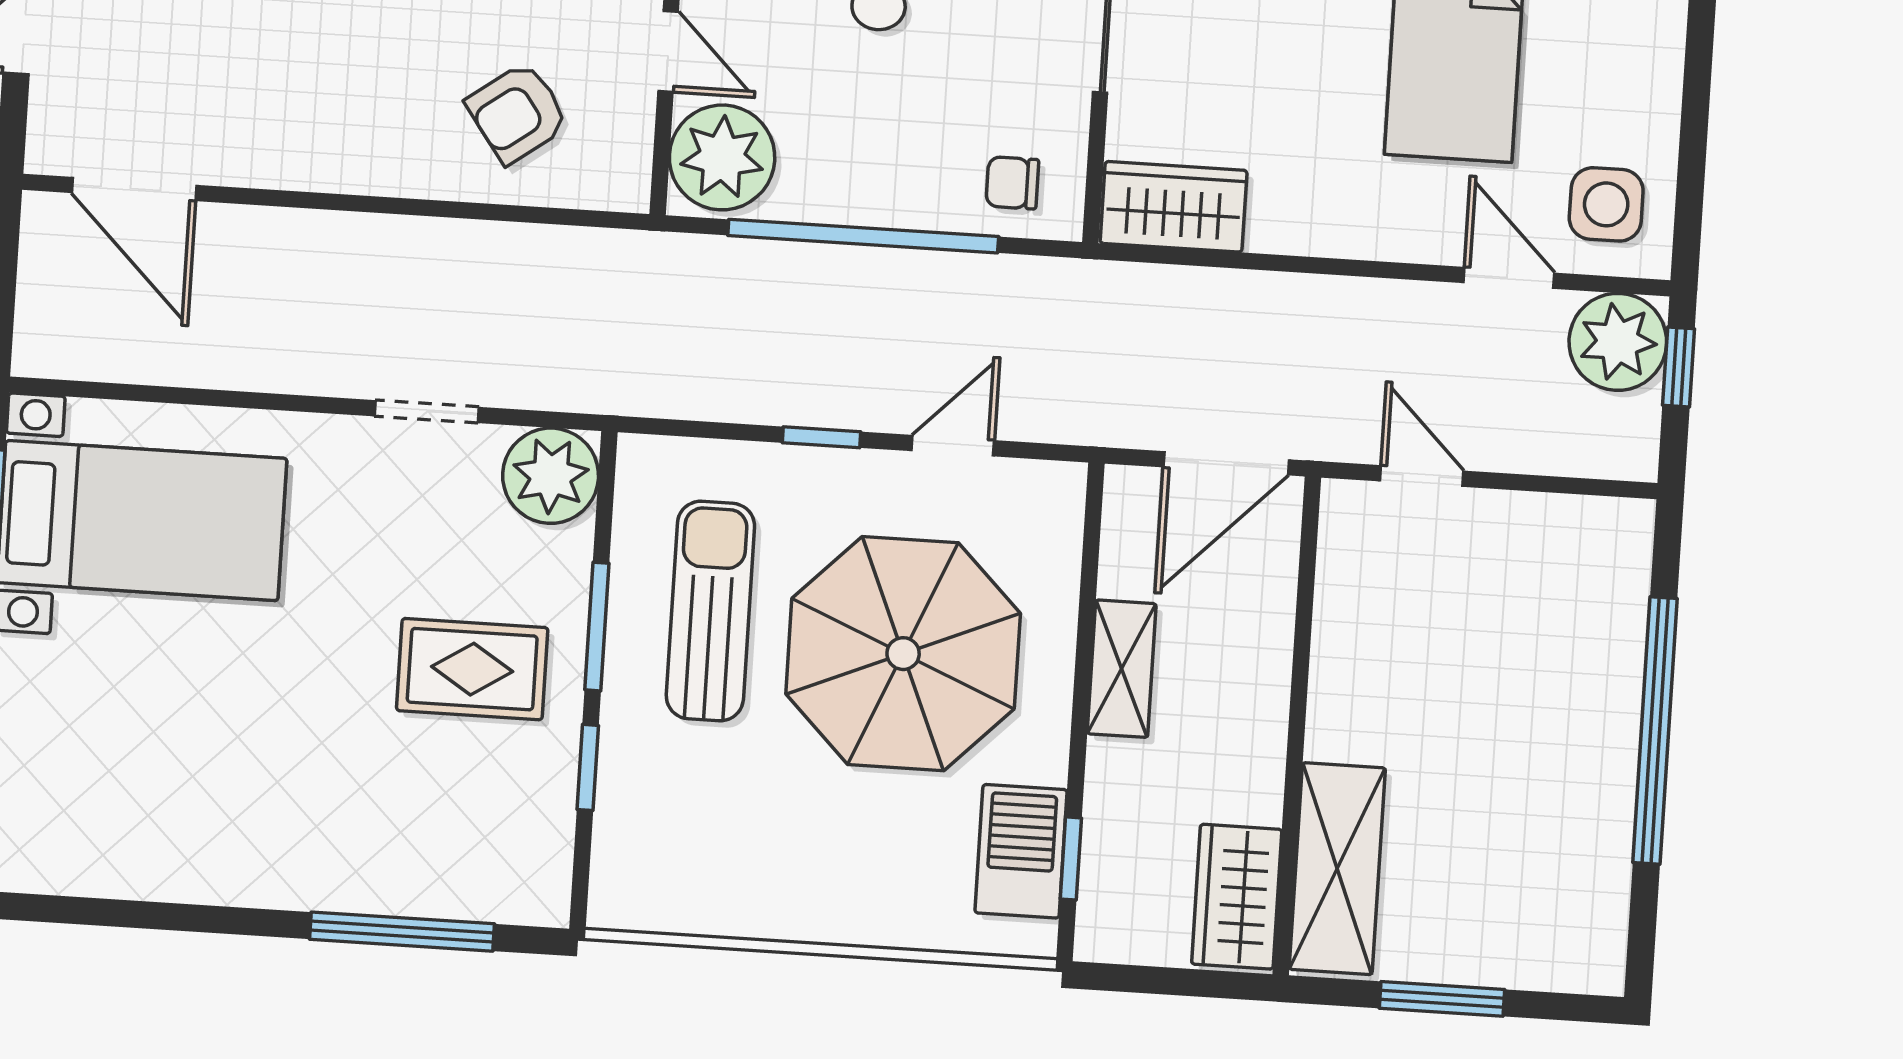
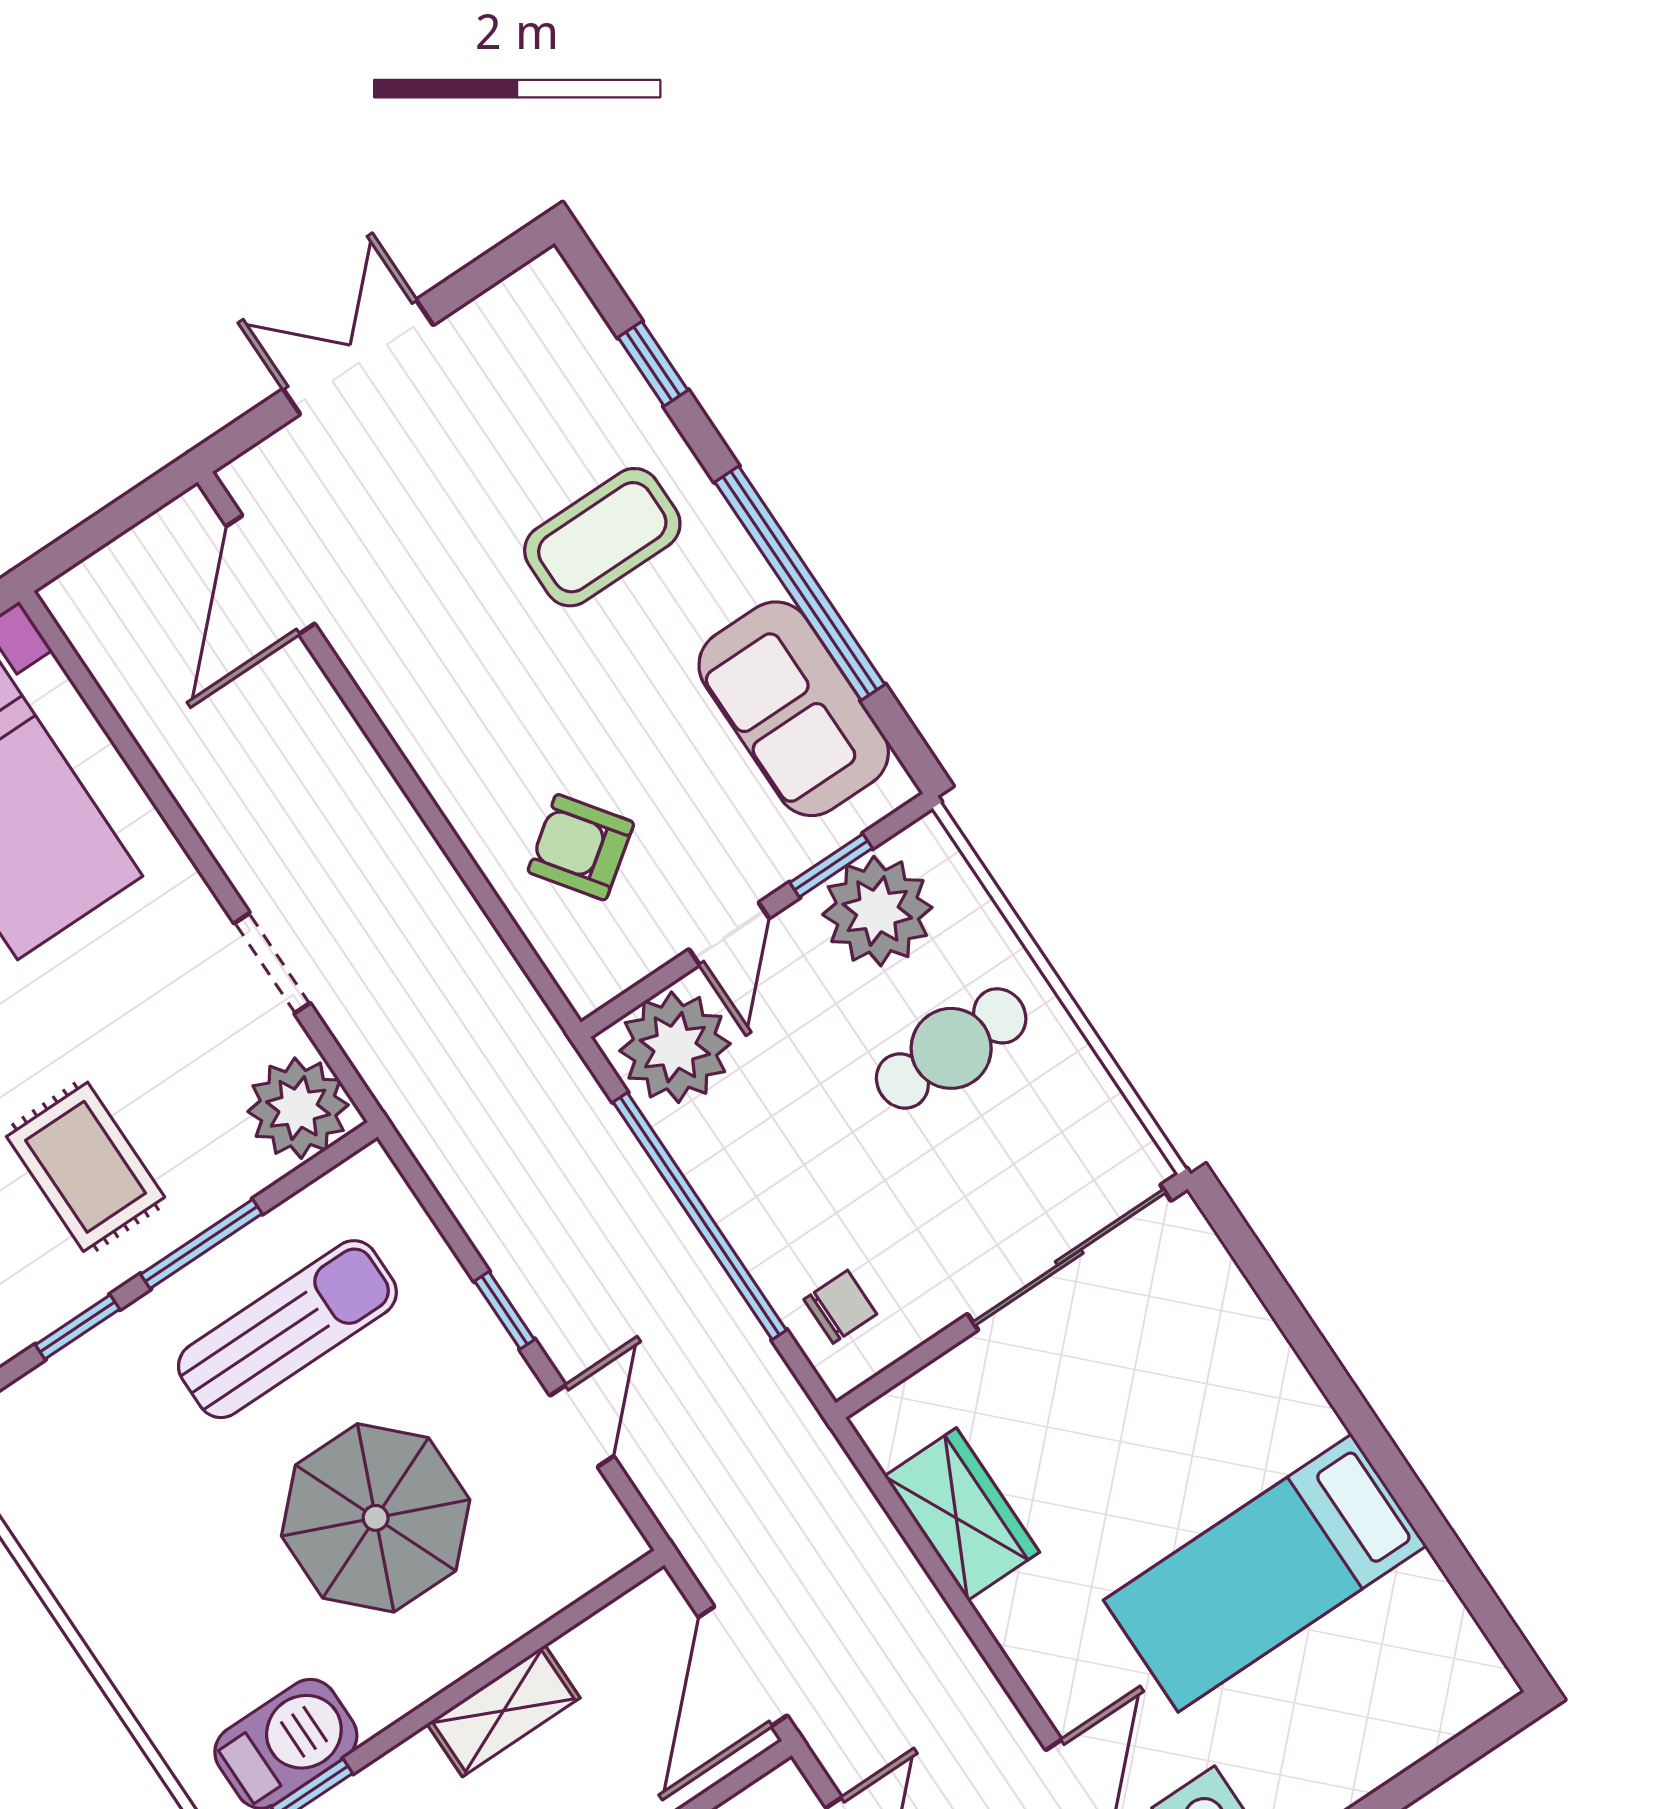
chair: (1012, 183) -> (840, 1307), turned 90
wardrobe: (1174, 207) -> (962, 1514), moved
door: (953, 446) -> (582, 1426), hinge flipped
door: (1226, 463) -> (743, 1666), hinge flipped
parasol: (903, 654) -> (376, 1518), width x0.73, depth x0.73

